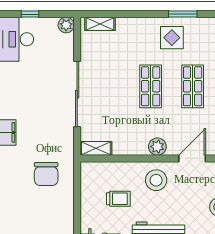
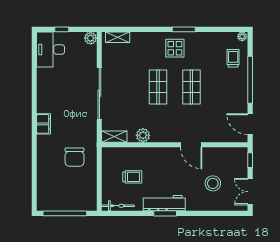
plant: (157, 147) -> (143, 135), moved
door: (192, 158) -> (191, 145), swing flipped
stool: (156, 180) -> (162, 162), removed

